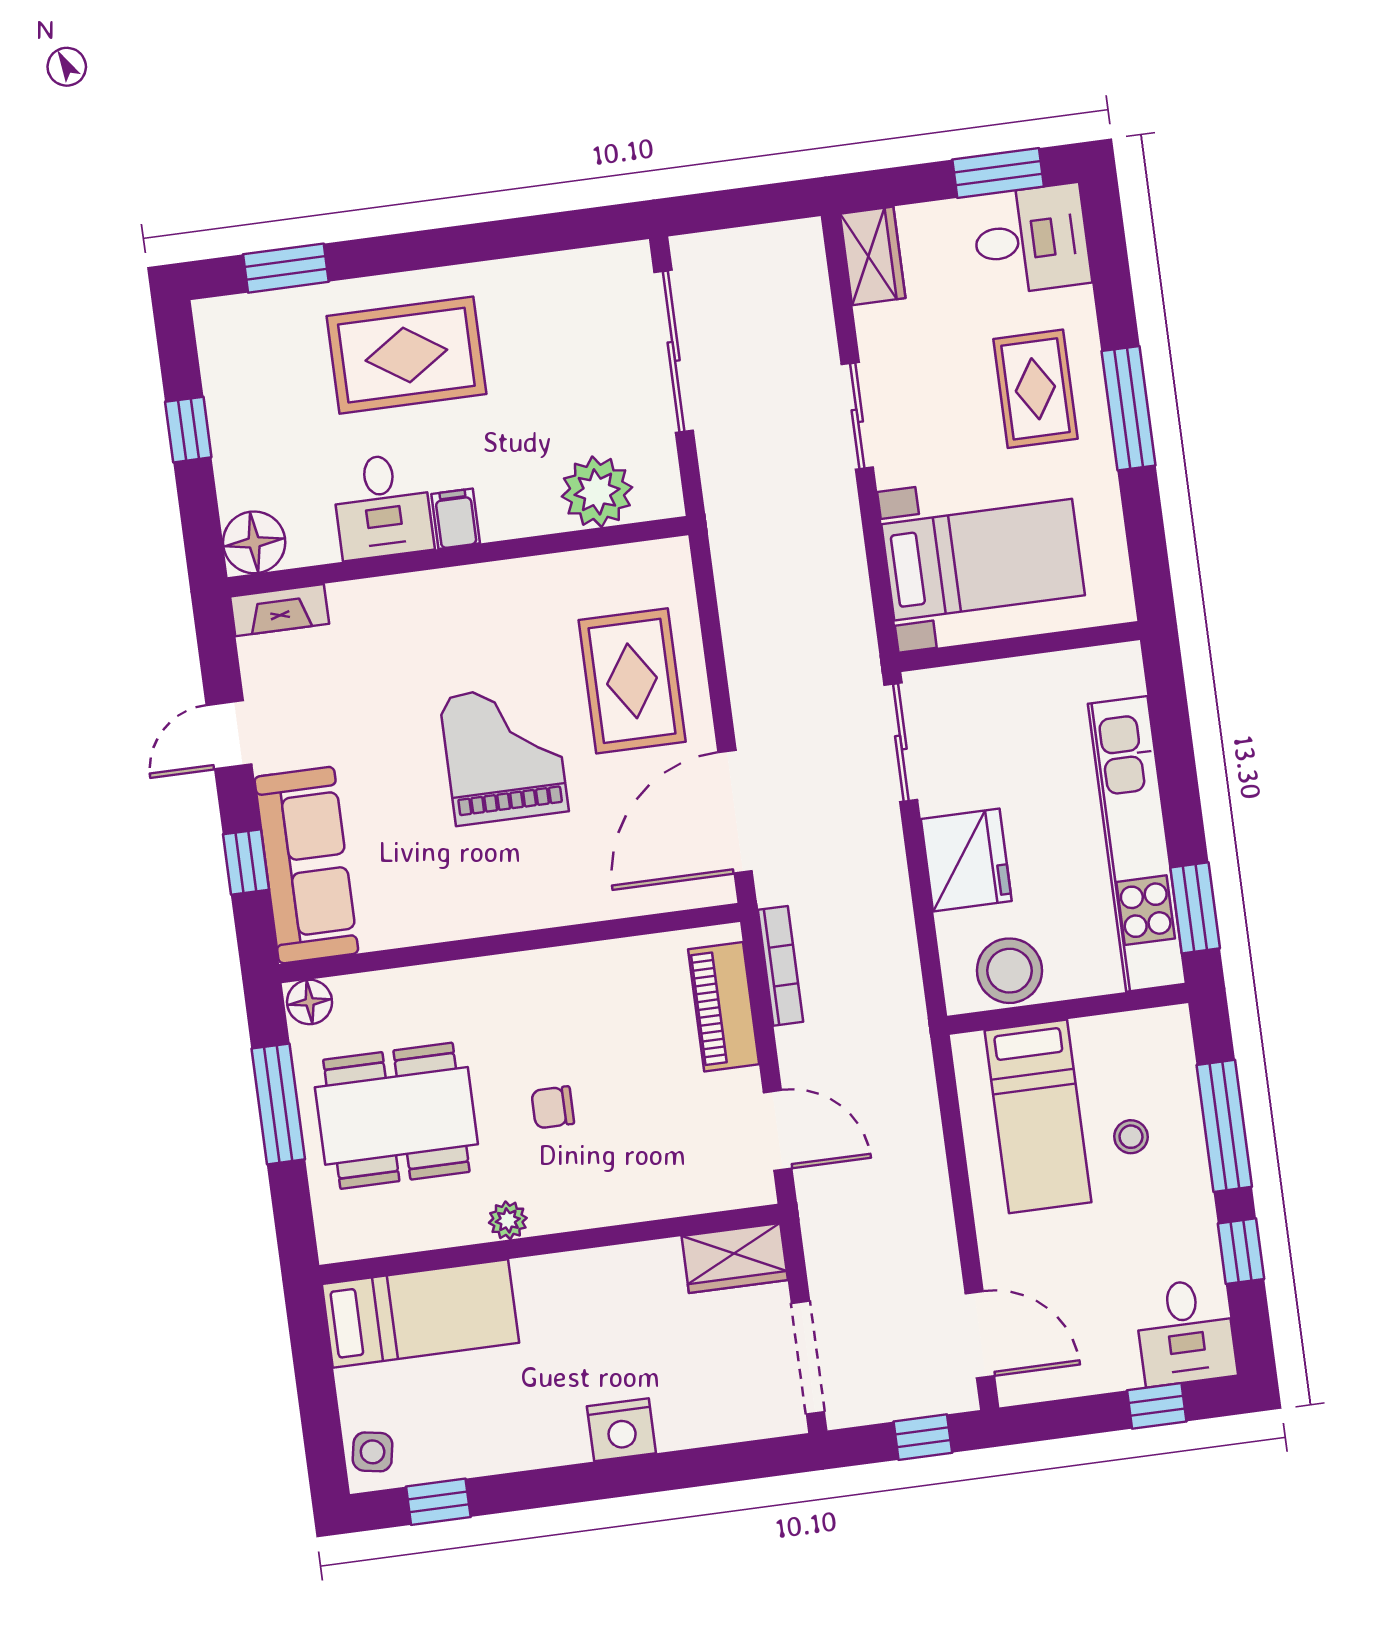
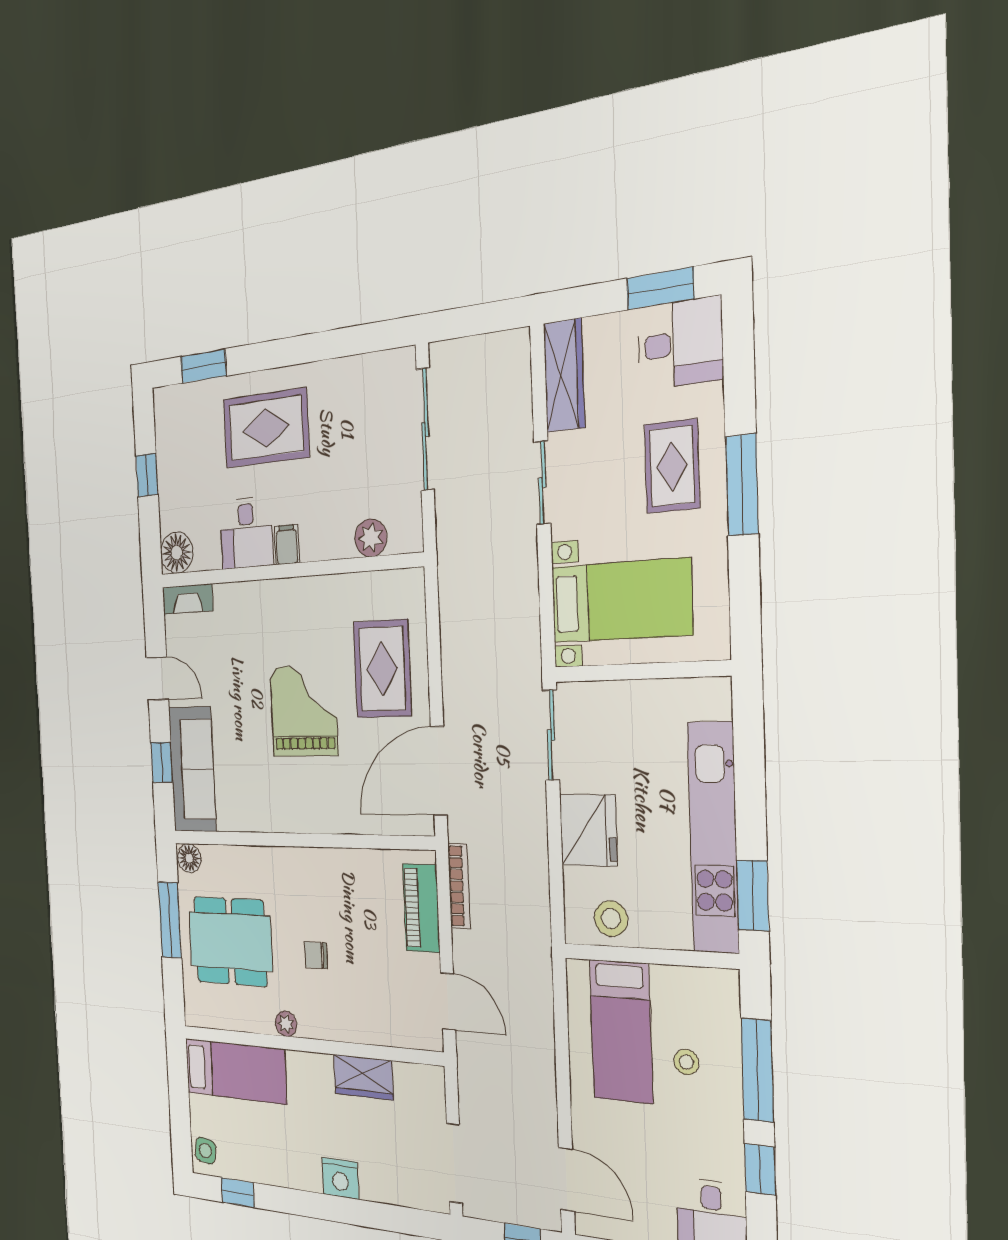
wardrobe: (873, 256) -> (564, 375), width x1.50
plant: (597, 492) -> (371, 538), width x0.73, depth x0.73
door: (229, 735) -> (157, 679), swing flipped
stool: (1009, 971) -> (611, 919), width x0.73, depth x0.73
wardrobe: (735, 1258) -> (363, 1077), moved

